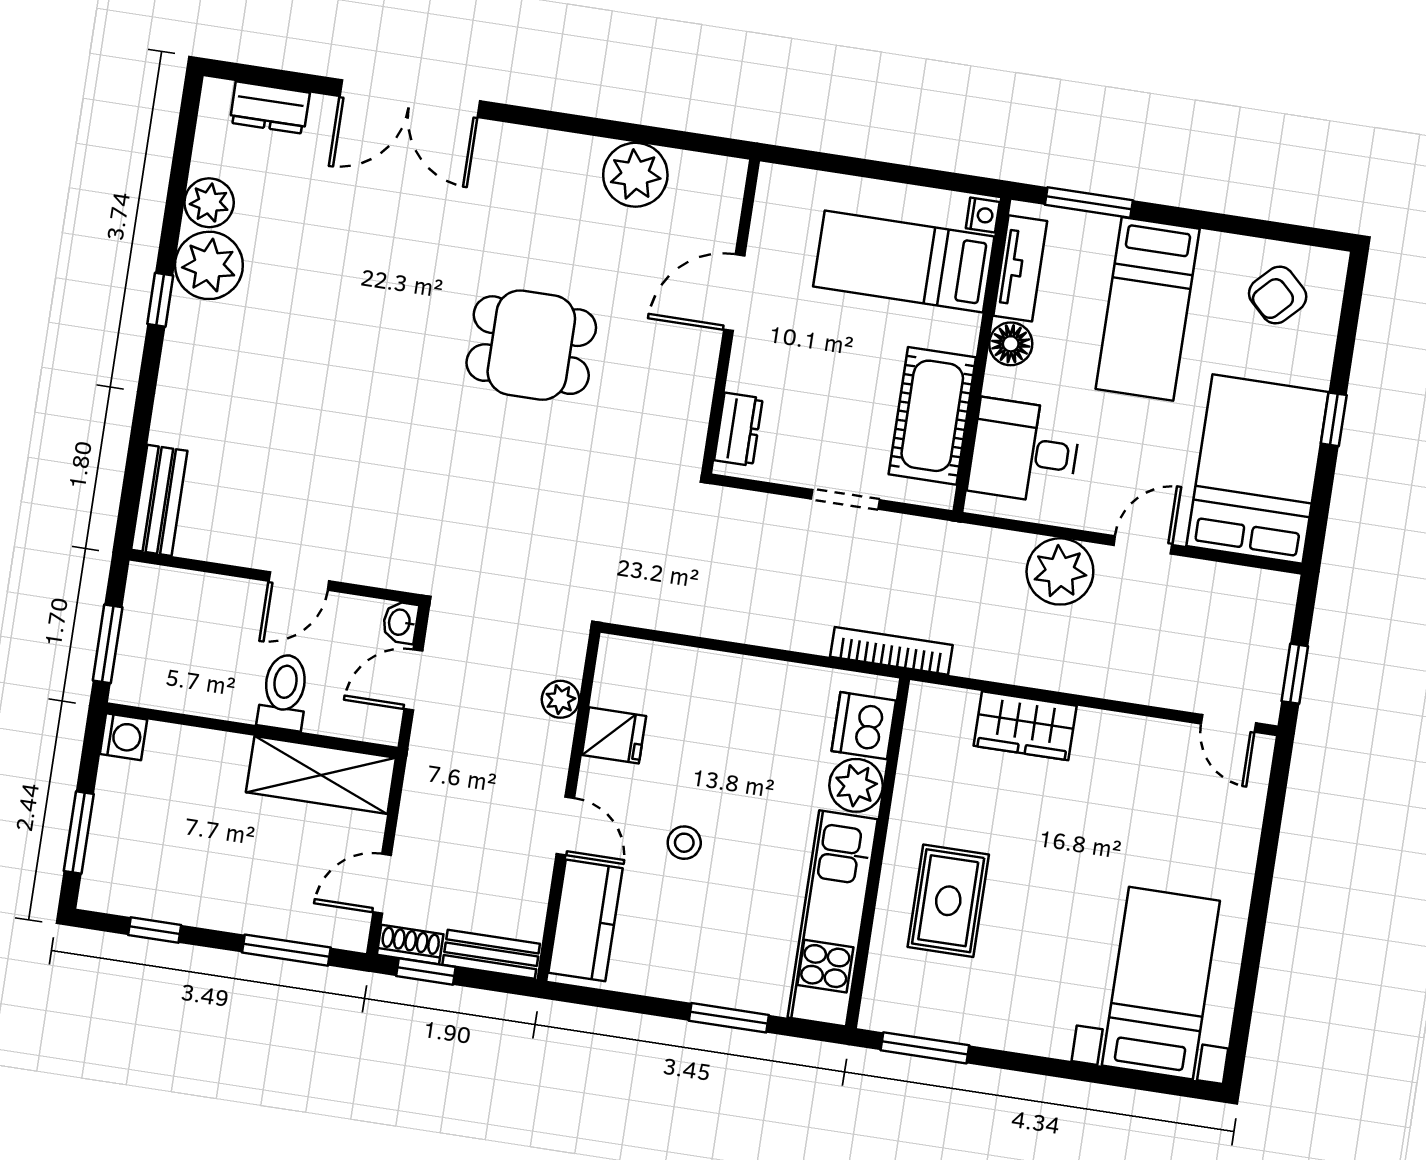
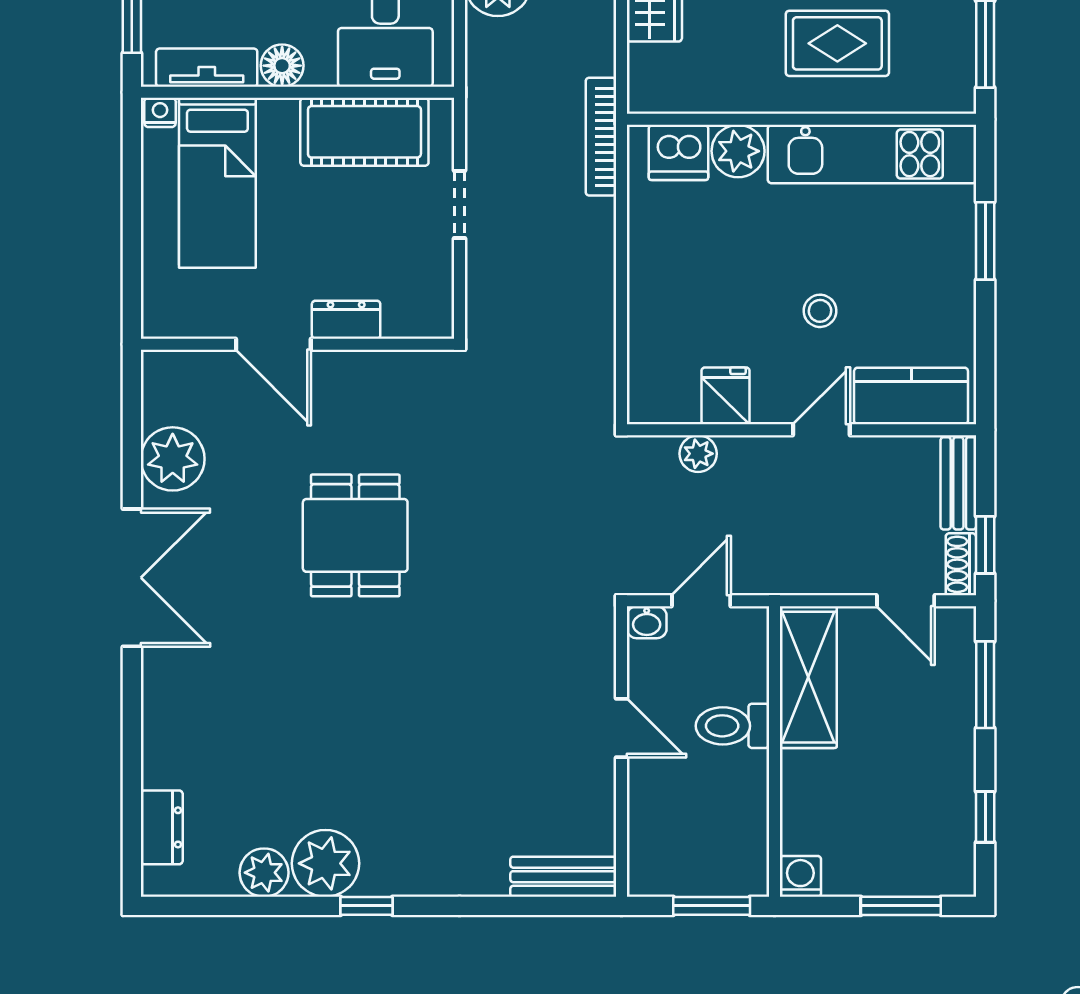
double door: (410, 99) -> (132, 578), moved
dresser: (738, 429) -> (346, 320), moved
door: (413, 680) -> (701, 601), swing flipped

